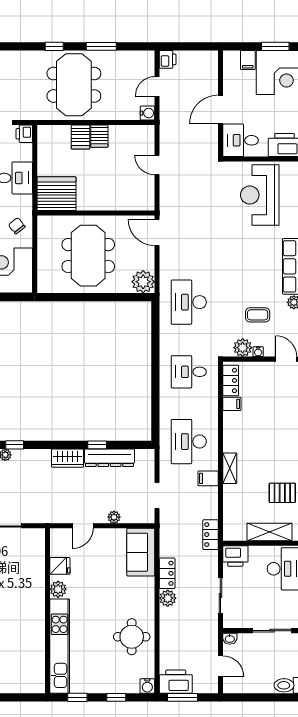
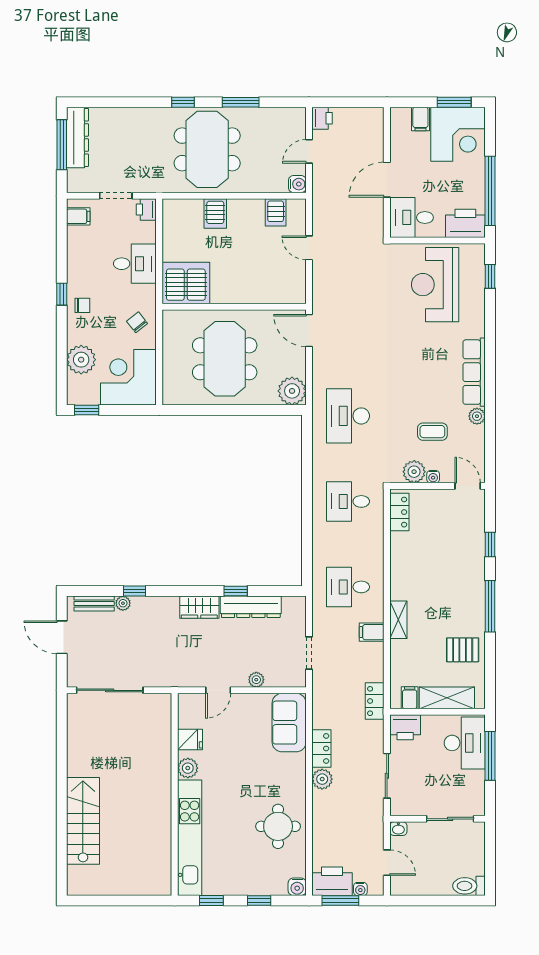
server rack: (99, 136) -> (276, 212), moved
filing cabinet: (232, 404) -> (410, 698), moved, turned -90
desk: (189, 442) -> (348, 587), width x0.73
water cooler: (199, 688) -> (360, 889), added

